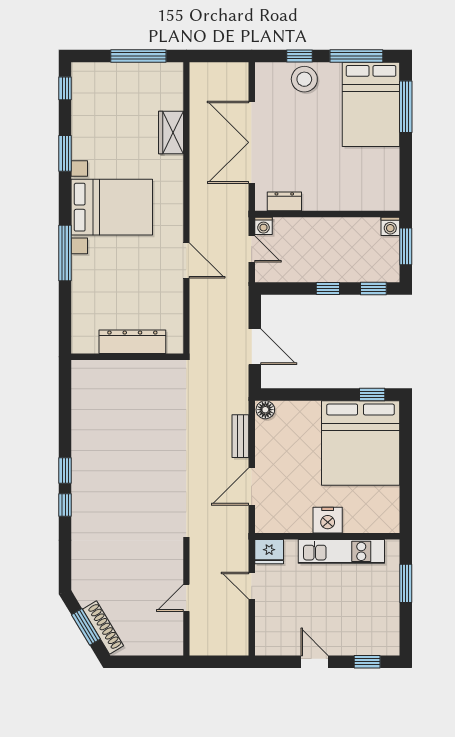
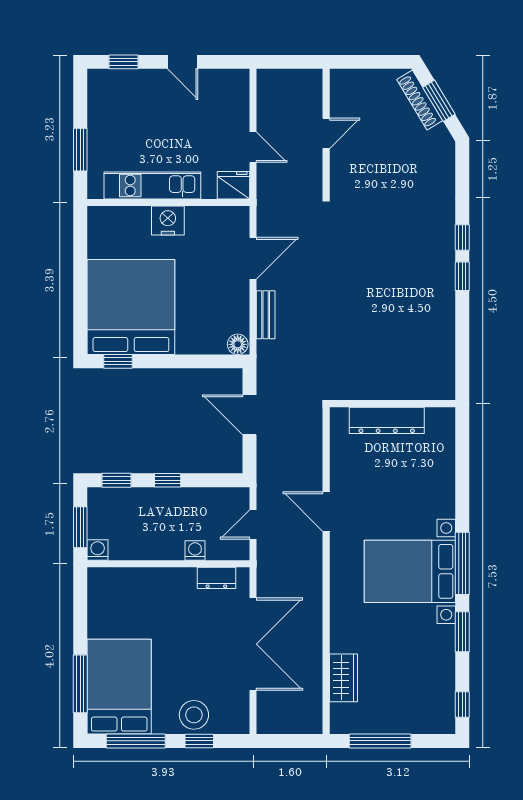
wardrobe: (171, 132) -> (343, 678), moved
washing machine: (263, 226) -> (195, 550), moved
door: (252, 249) -> (253, 525), hinge flipped
window: (65, 253) -> (462, 563), moved

